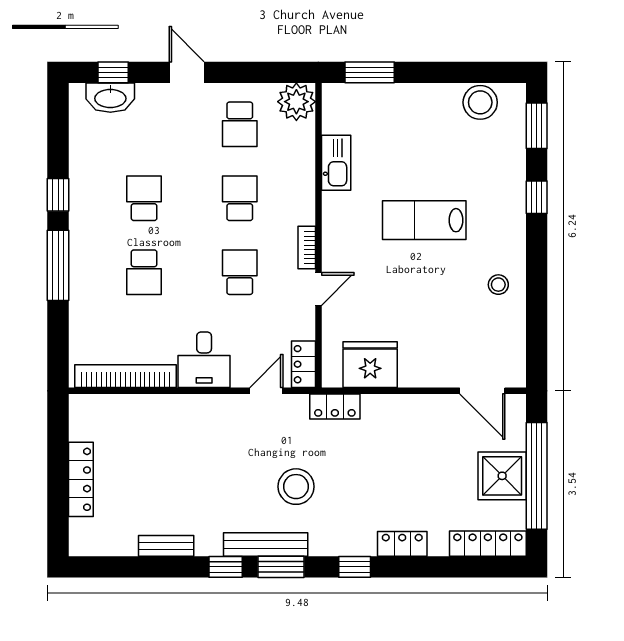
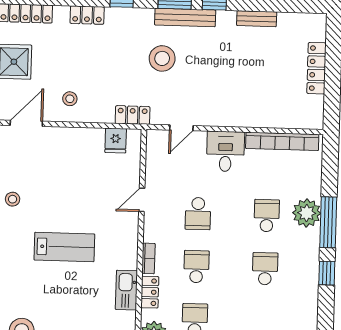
school desk: (144, 198) -> (265, 269), turned 180
school desk: (240, 198) -> (196, 267), turned 180
bookcase: (307, 248) -> (148, 258), moved
plant: (89, 277) -> (307, 213), added
locker: (303, 364) -> (150, 292), moved
fridge: (370, 365) -> (116, 141), width x0.53, depth x0.75
door: (482, 391) -> (26, 123), hinge flipped
stool: (423, 427) -> (70, 99), added

